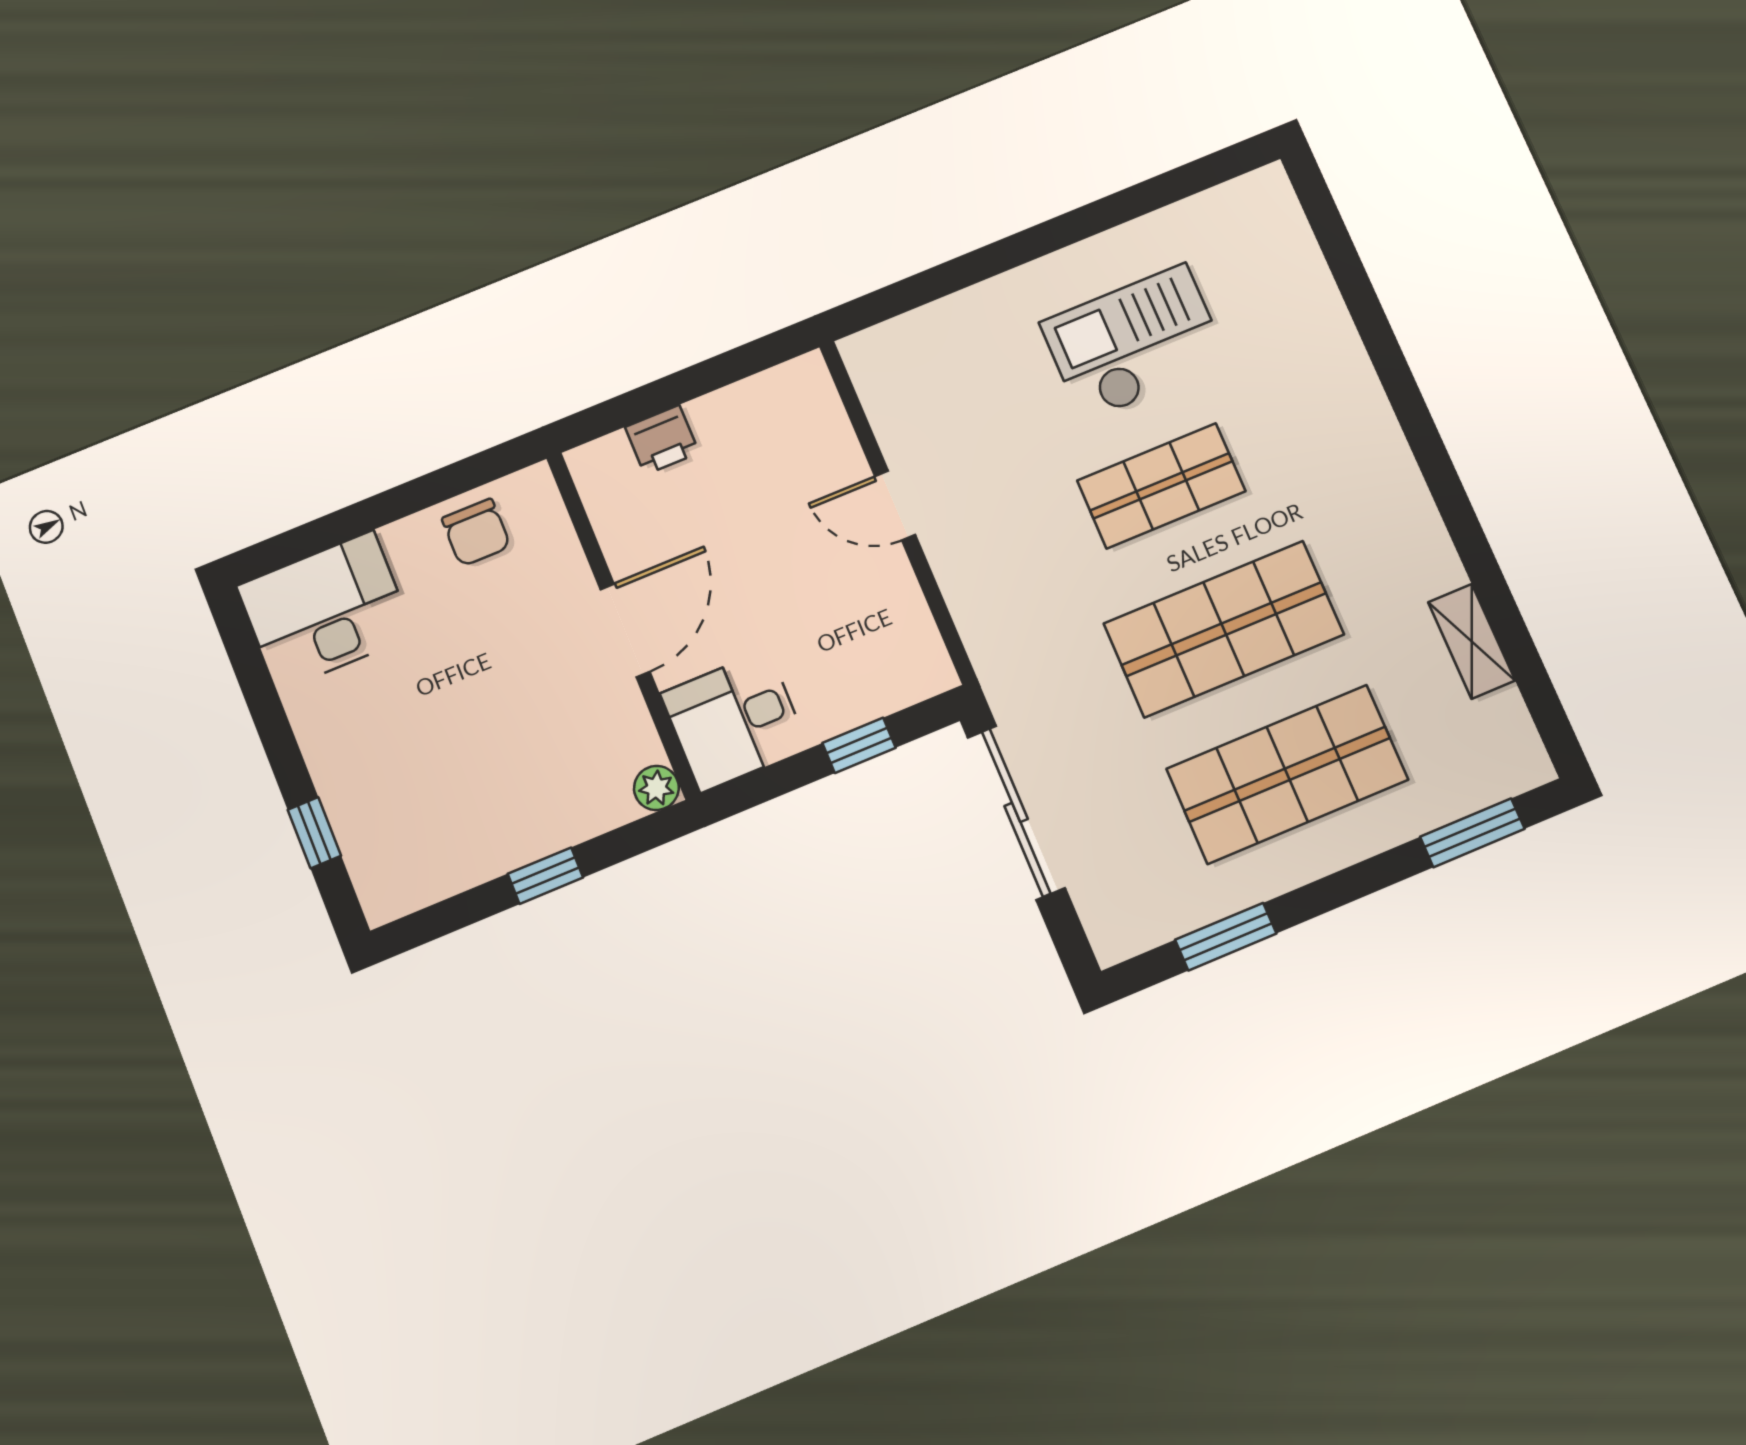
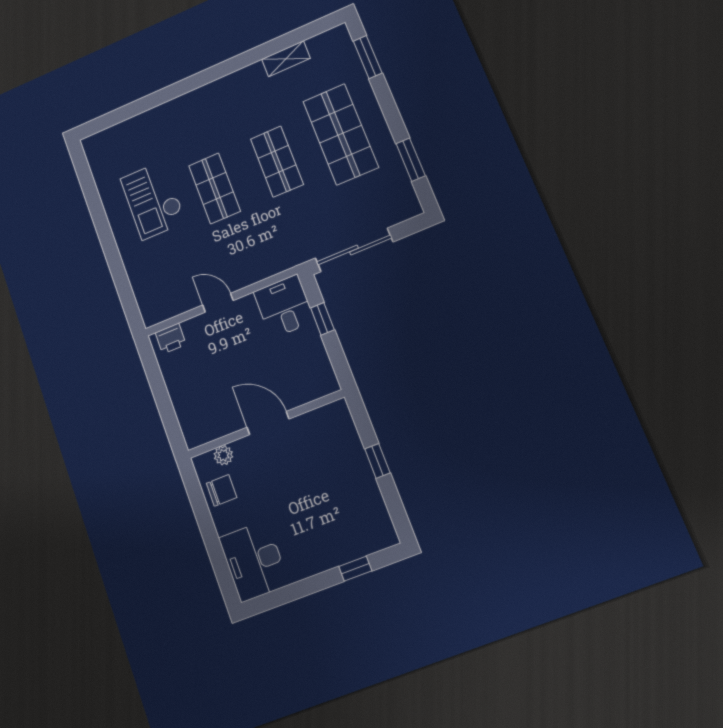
printer: (662, 440) -> (171, 338), moved, turned 90
door: (895, 506) -> (218, 303), swing flipped
shop shelf: (1224, 629) -> (277, 162), width x0.70, depth x0.74
desk: (734, 721) -> (284, 306), moved, turned 180
plant: (656, 788) -> (223, 455), moved

